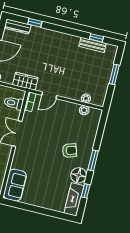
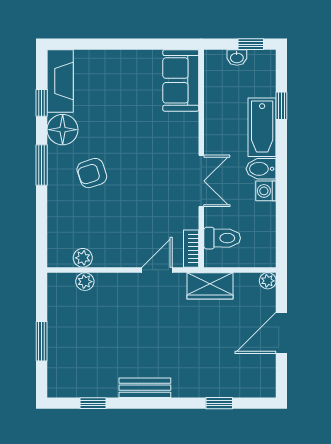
dresser: (18, 26) -> (251, 388), removed
bench: (93, 45) -> (145, 388), moved

